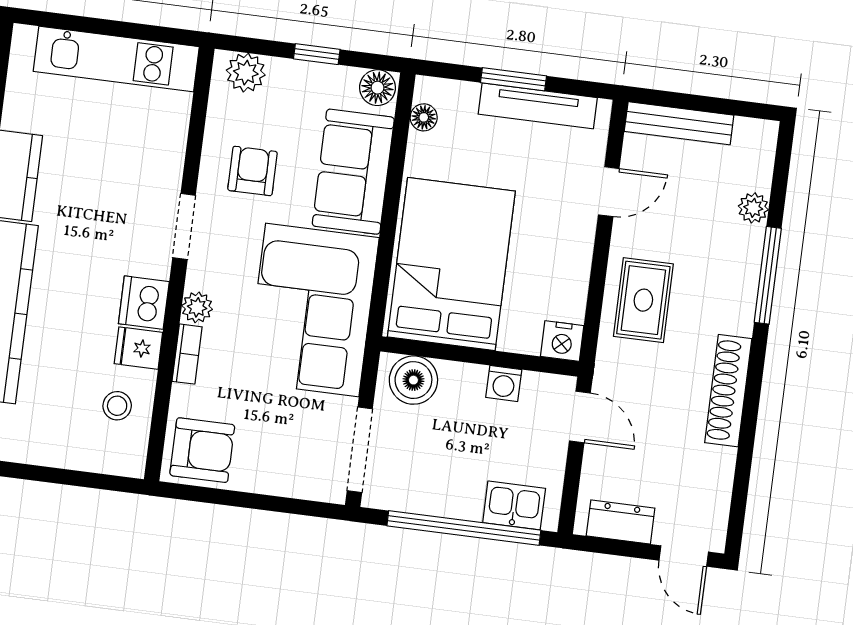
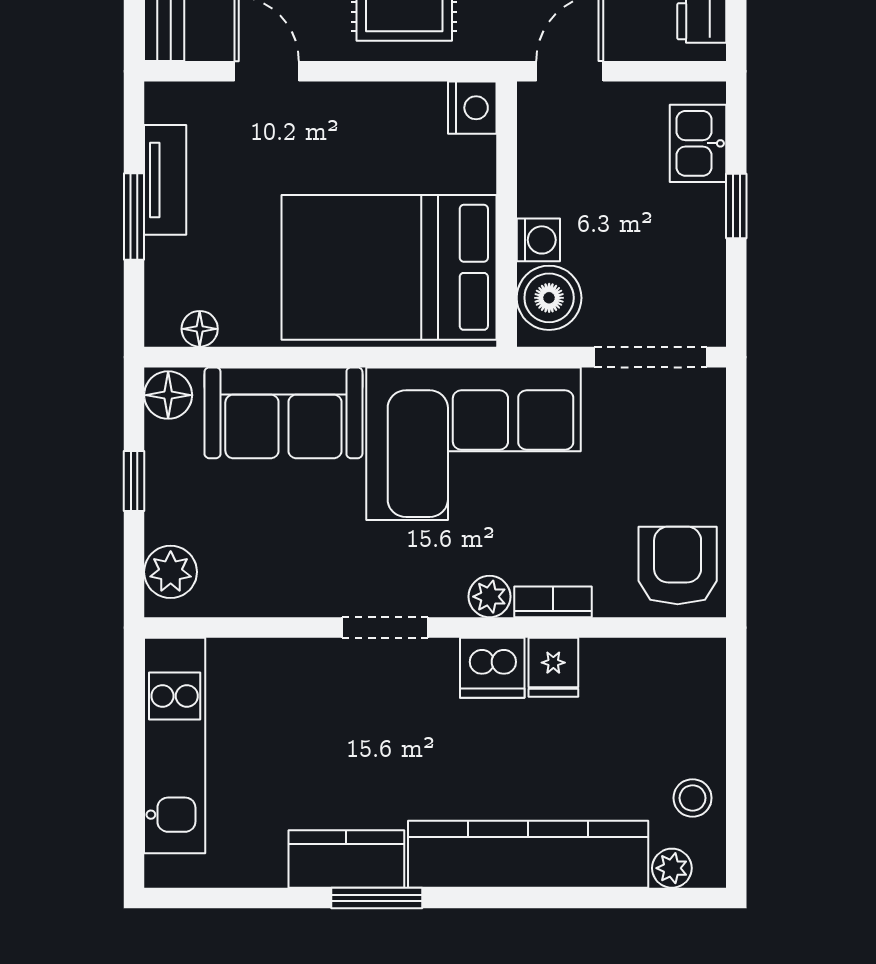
tv unit: (538, 106) -> (165, 180), width x0.71
armchair: (252, 171) -> (300, 546), removed
washing machine: (504, 384) -> (538, 240), moved
stool: (117, 406) -> (693, 798), moved
window: (464, 528) -> (736, 206), width x0.32

